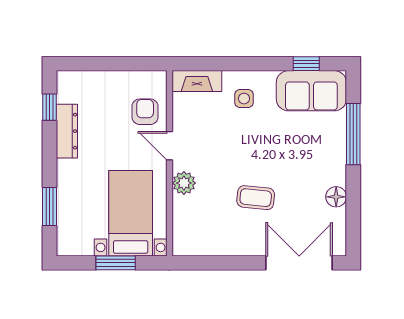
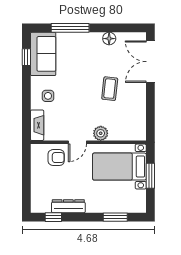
armchair: (145, 112) -> (56, 158), turned 180

